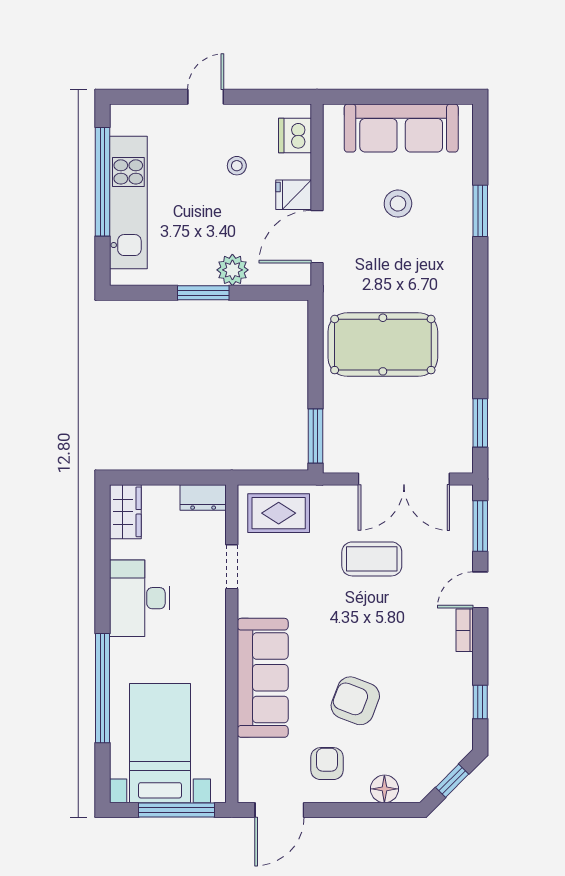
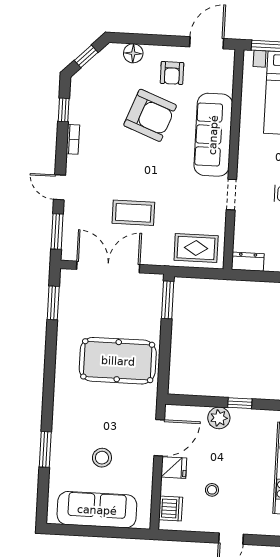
window: (203, 293) -> (240, 403), width x0.67
doorway: (232, 567) -> (231, 195), moved
door: (480, 590) -> (59, 187), swing flipped
bookcase: (465, 630) -> (73, 139), moved
armchair: (355, 701) -> (150, 115), width x1.36, depth x1.36

